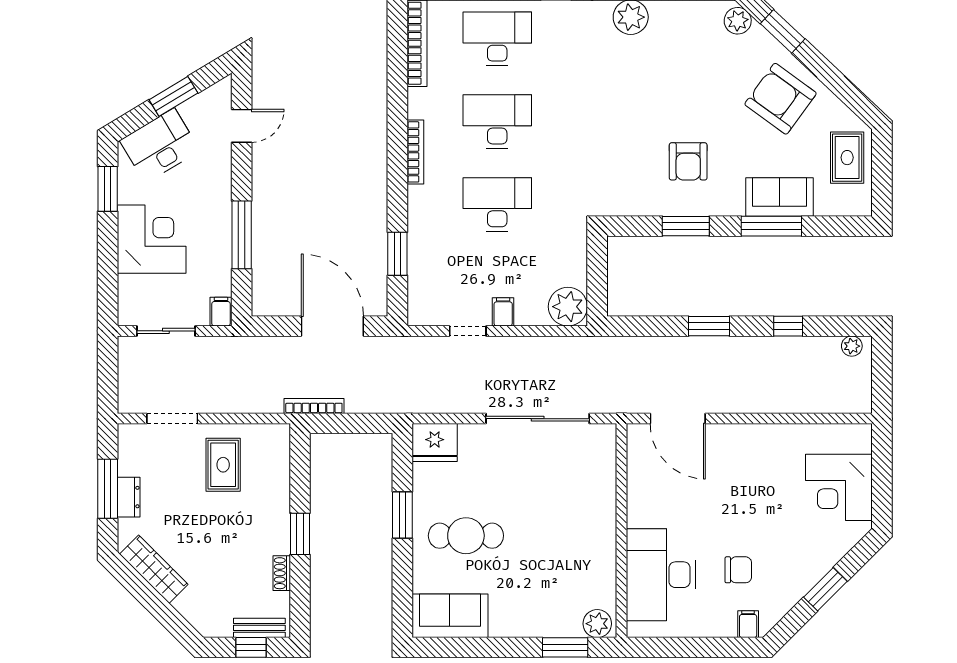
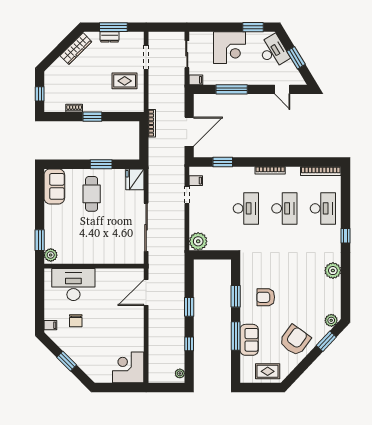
filing cabinet: (503, 312) -> (196, 181), moved
corner desk: (839, 487) -> (128, 367), moved
bench: (259, 628) -> (49, 98), removed

